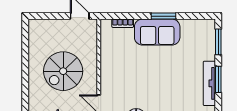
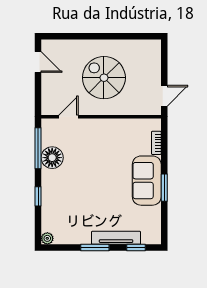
window: (218, 42) -> (136, 248), width x0.67
tv unit: (209, 83) -> (116, 238), moved

